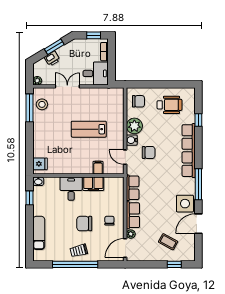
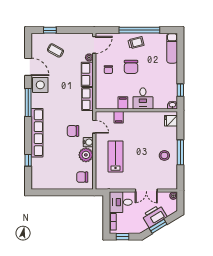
printer: (52, 59) -> (155, 216), width x1.87, depth x1.48
stool: (42, 104) -> (164, 155), moved
wheelchair: (170, 105) -> (54, 174), removed
window: (30, 108) -> (180, 152), moved
lab bench: (89, 129) -> (116, 156), moved, turned -90
filing cabinet: (93, 184) -> (123, 103), width x0.50
chair: (84, 224) -> (131, 67), turned 90
door: (198, 224) -> (28, 67), hinge flipped
exam couch: (39, 233) -> (172, 48), moved

